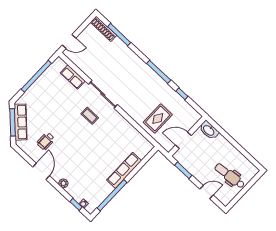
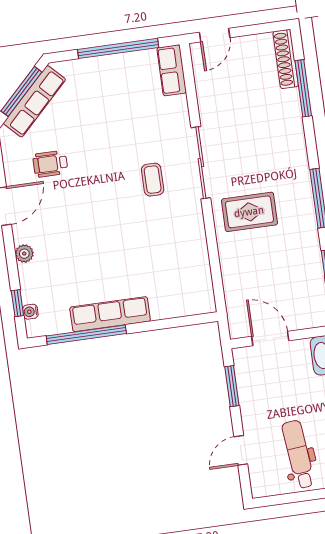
door: (69, 42) -> (215, 35), hinge flipped
row of seats: (73, 77) -> (172, 70), moved
rug: (158, 118) -> (249, 212), moved
row of seats: (124, 170) -> (110, 314), moved
door: (206, 192) -> (241, 450), swing flipped

